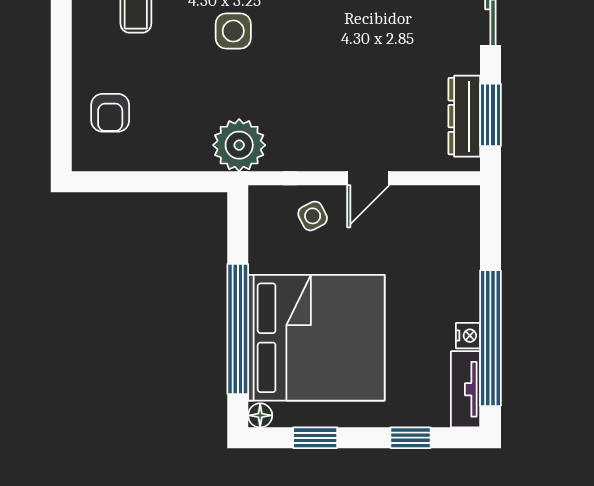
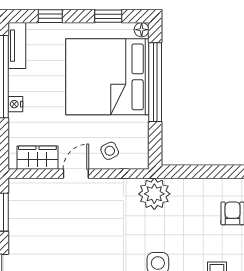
dresser: (464, 116) -> (18, 211), removed
wardrobe: (432, 205) -> (37, 158), added
nightstand: (468, 336) -> (15, 104), moved

